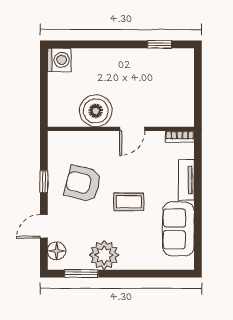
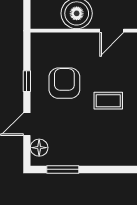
armchair: (83, 184) -> (64, 83), turned 76
plant: (104, 255) -> (85, 152), removed

